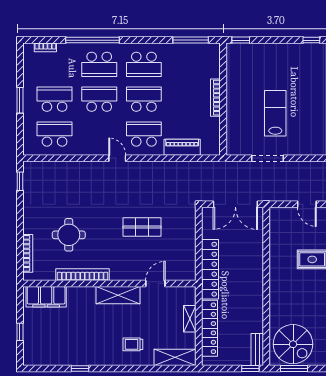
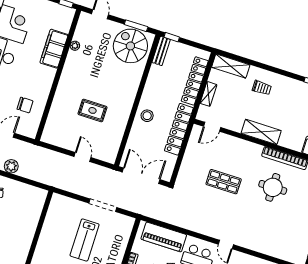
piano: (182, 147) -> (164, 237), width x1.37, depth x1.33
round table: (69, 235) -> (273, 187), moved
stool: (250, 273) -> (147, 116), added
door: (155, 284) -> (212, 127), moved

